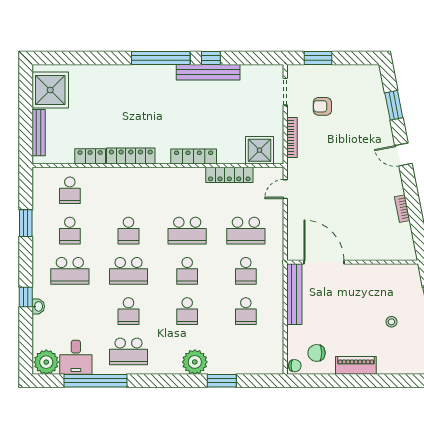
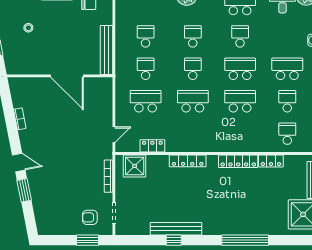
window: (161, 58) -> (245, 240), moved
window: (394, 105) -> (24, 190), moved
armchair: (322, 106) -> (90, 217), moved, turned 180
locker: (229, 175) -> (152, 146), width x0.66
school desk: (129, 231) -> (240, 101), width x1.85
door: (324, 262) -> (67, 76), moved

